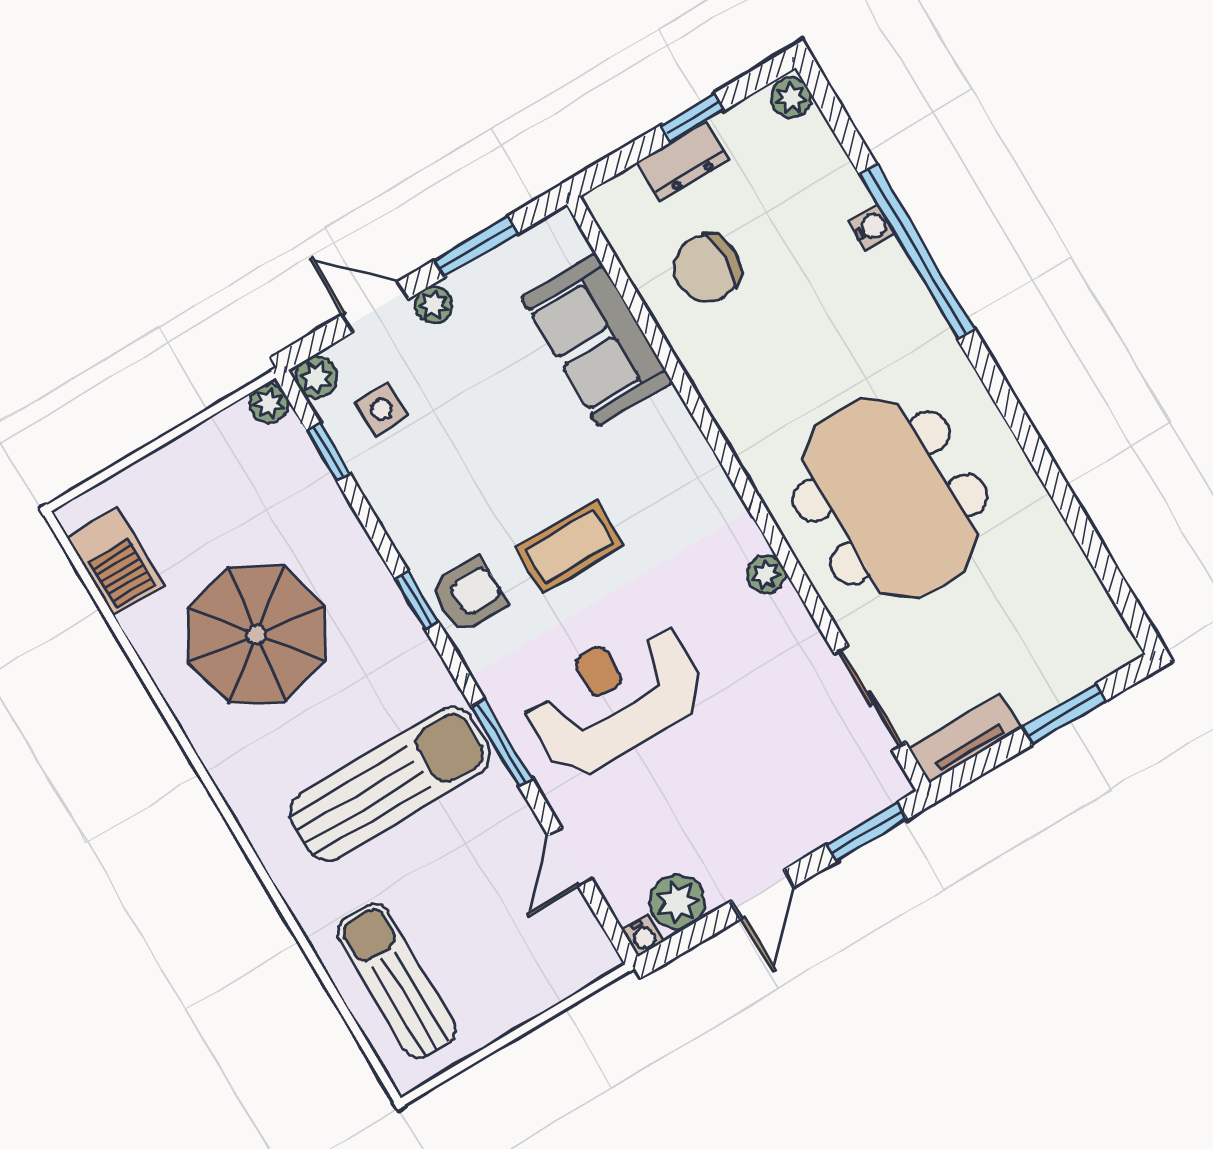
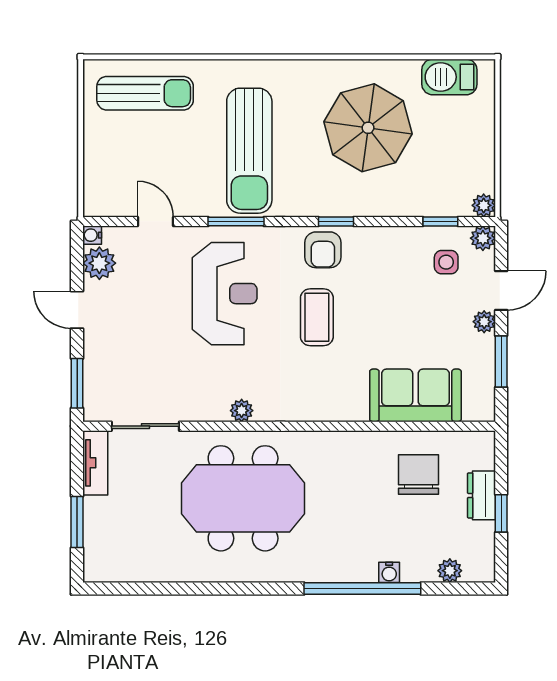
plant: (791, 98) -> (450, 571), moved

